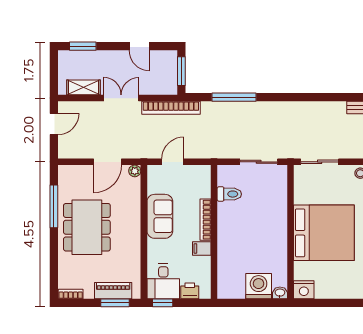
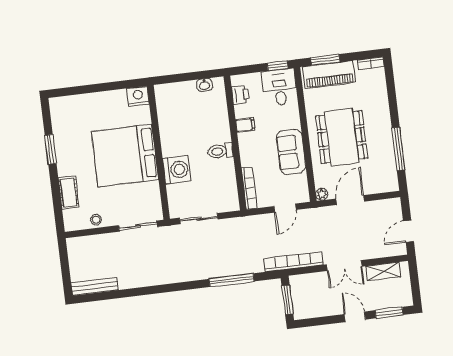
door: (139, 46) -> (355, 317), moved
toilet: (229, 194) -> (220, 151), moved
bookcase: (205, 220) -> (249, 188), moved
dining table: (87, 227) -> (342, 137), moved
washing machine: (259, 286) -> (177, 170), moved, turned -90
piano: (113, 291) -> (329, 75), width x1.37, depth x1.33
printer: (190, 291) -> (241, 95), moved, turned -90
washbasin: (280, 293) -> (204, 85), moved

